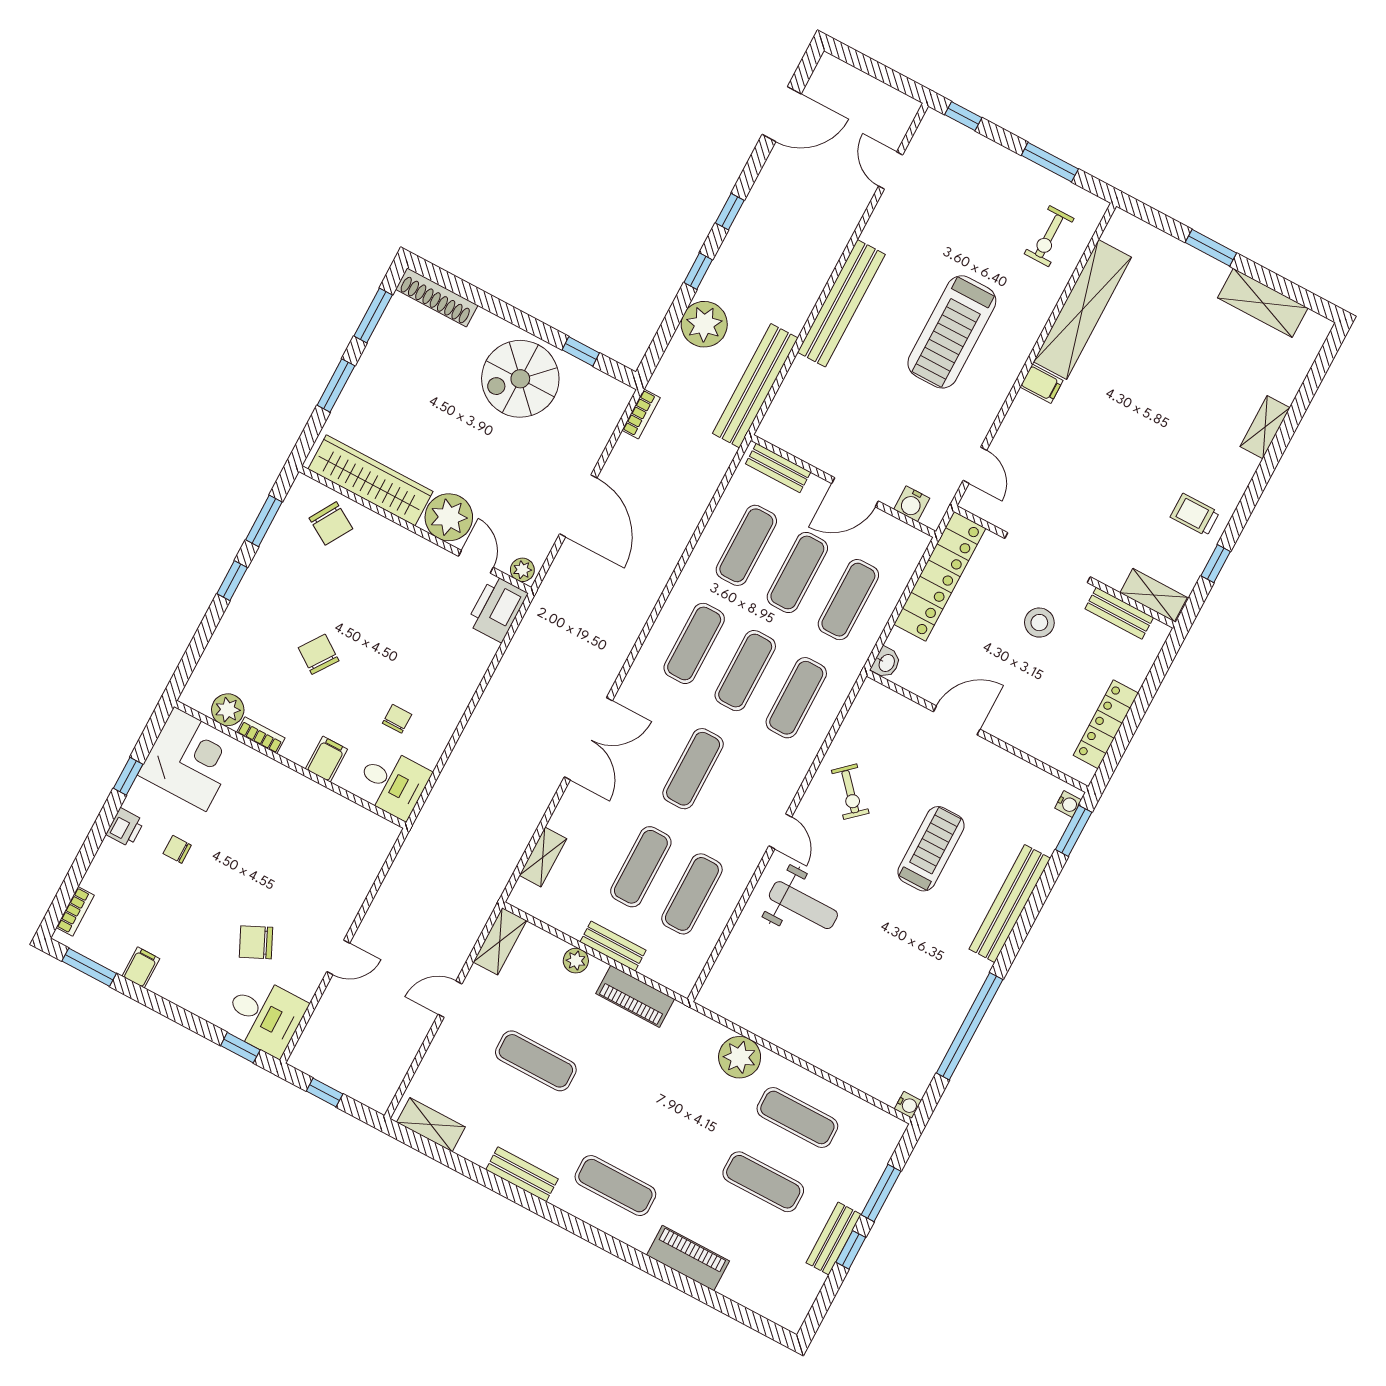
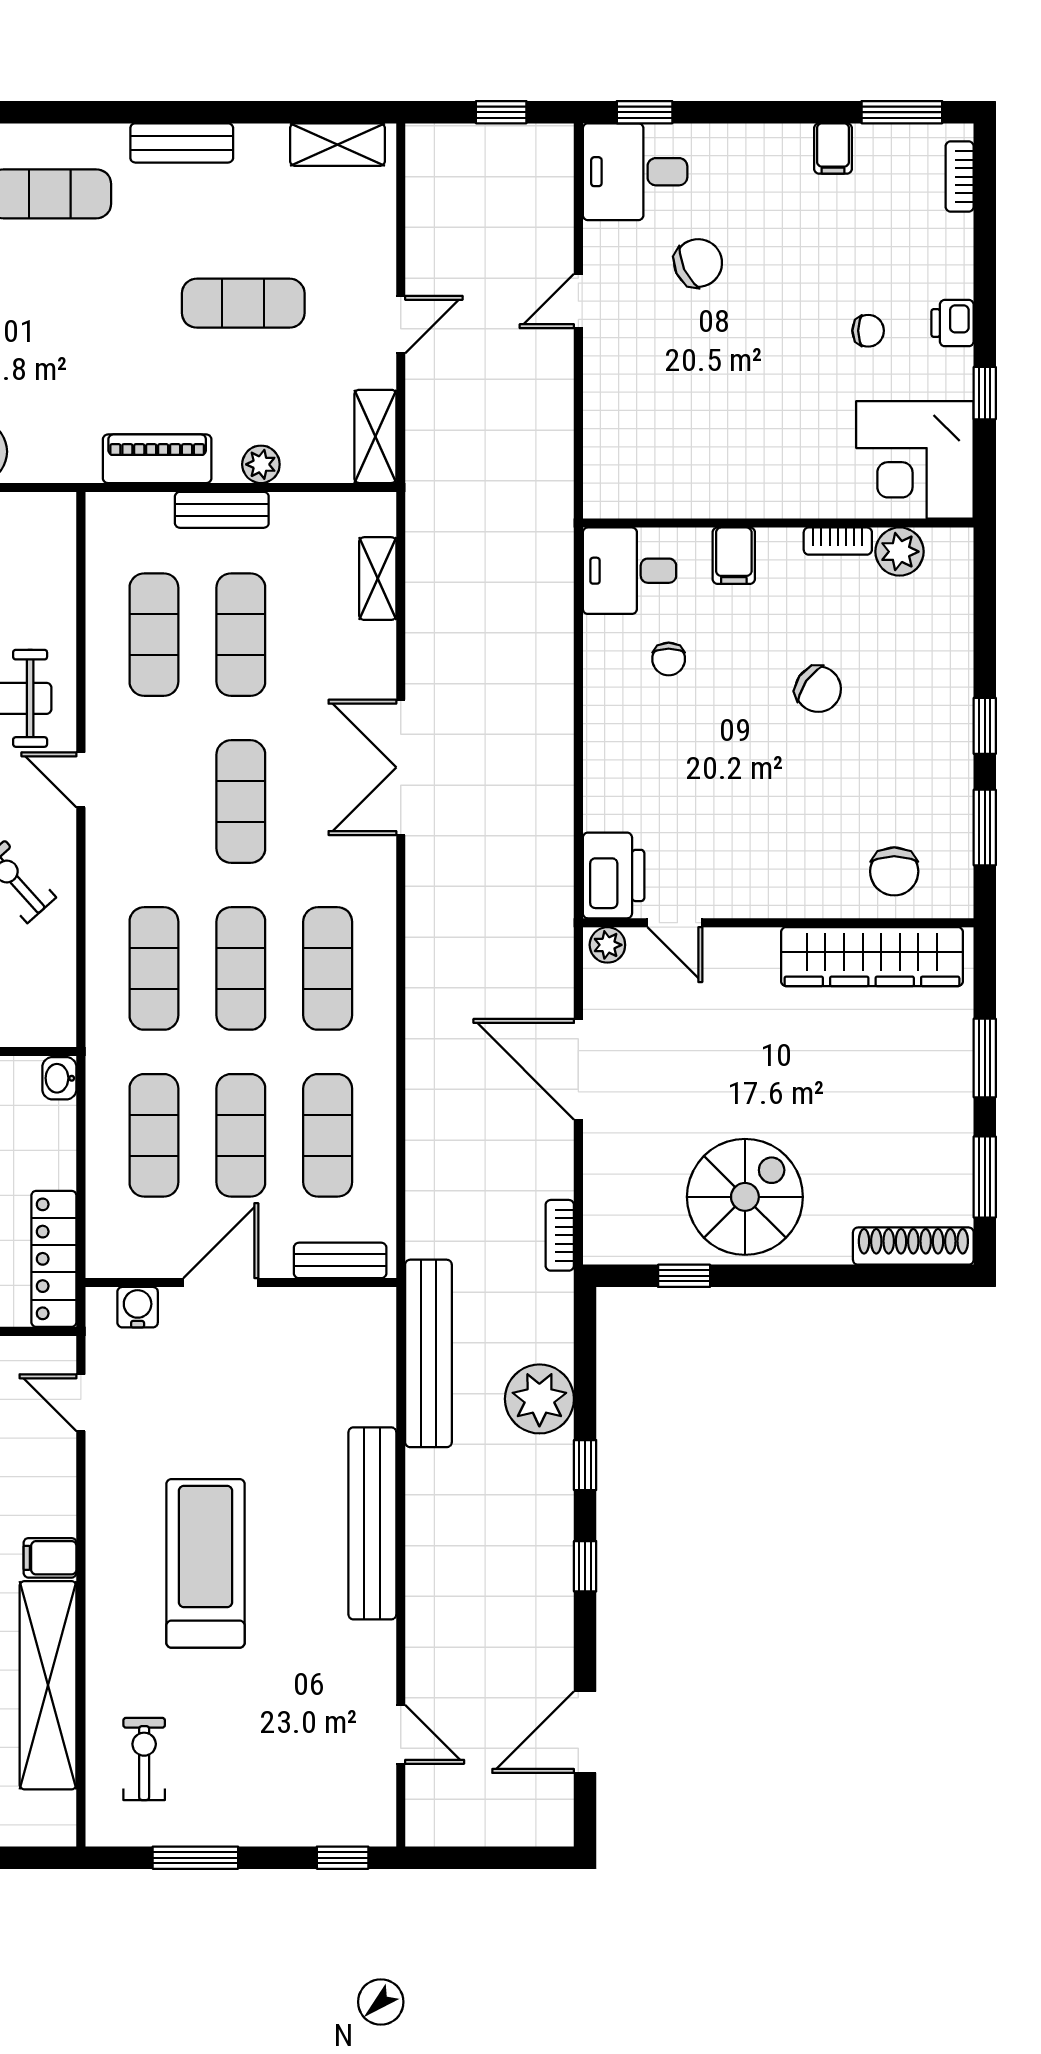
plant: (449, 517) -> (742, 963), removed
chair: (331, 523) -> (894, 871), turned -121
locker: (940, 576) -> (54, 1259), width x0.71, depth x0.83

